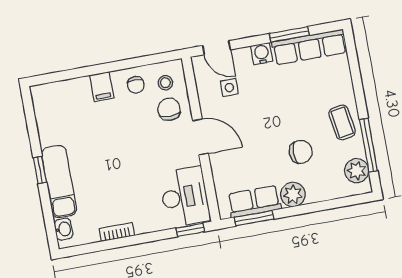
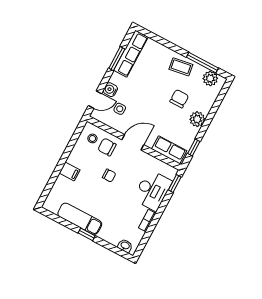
water cooler: (262, 54) -> (110, 90), moved
chair: (136, 85) -> (109, 176), moved
exam couch: (59, 182) -> (80, 219), moved
desk: (185, 197) -> (152, 190), moved, turned 90
row of seats: (254, 202) -> (169, 150), moved, turned 90
window: (254, 218) -> (194, 148), width x0.67

